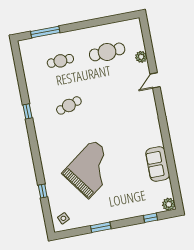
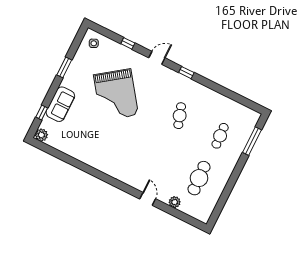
window: (27, 111) -> (186, 73), moved
door: (37, 159) -> (157, 58), added
sofa: (158, 164) -> (60, 104), moved, turned 90

